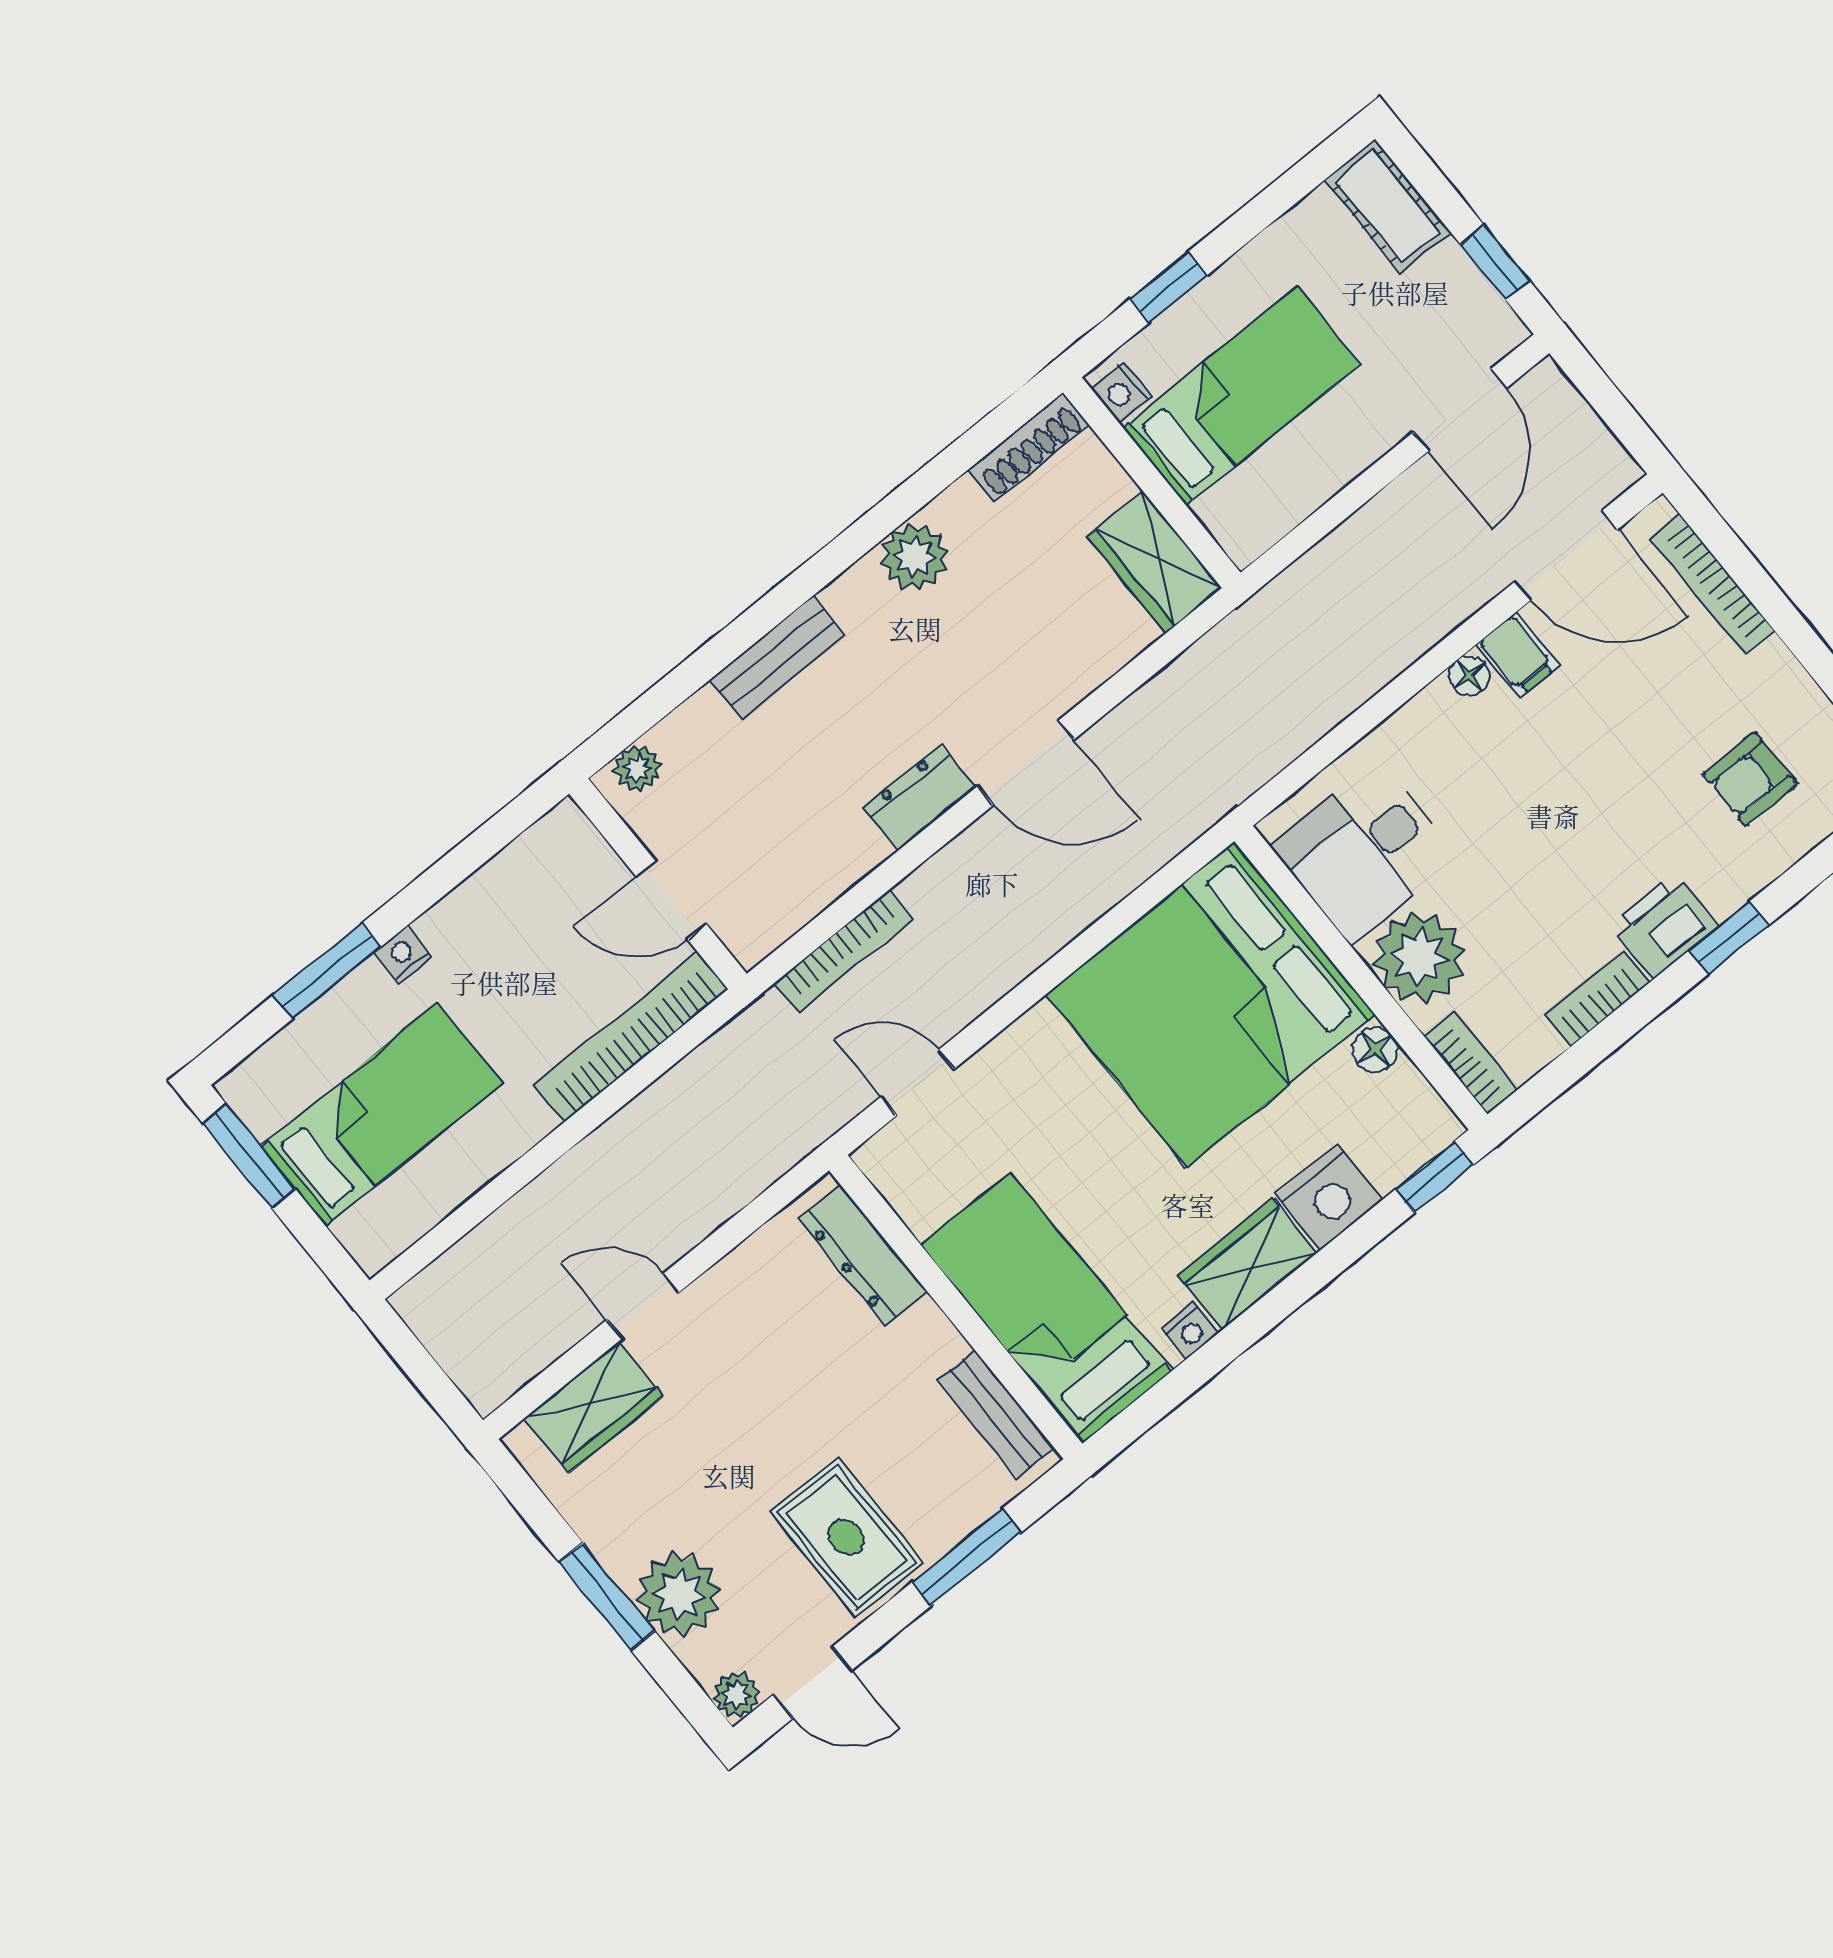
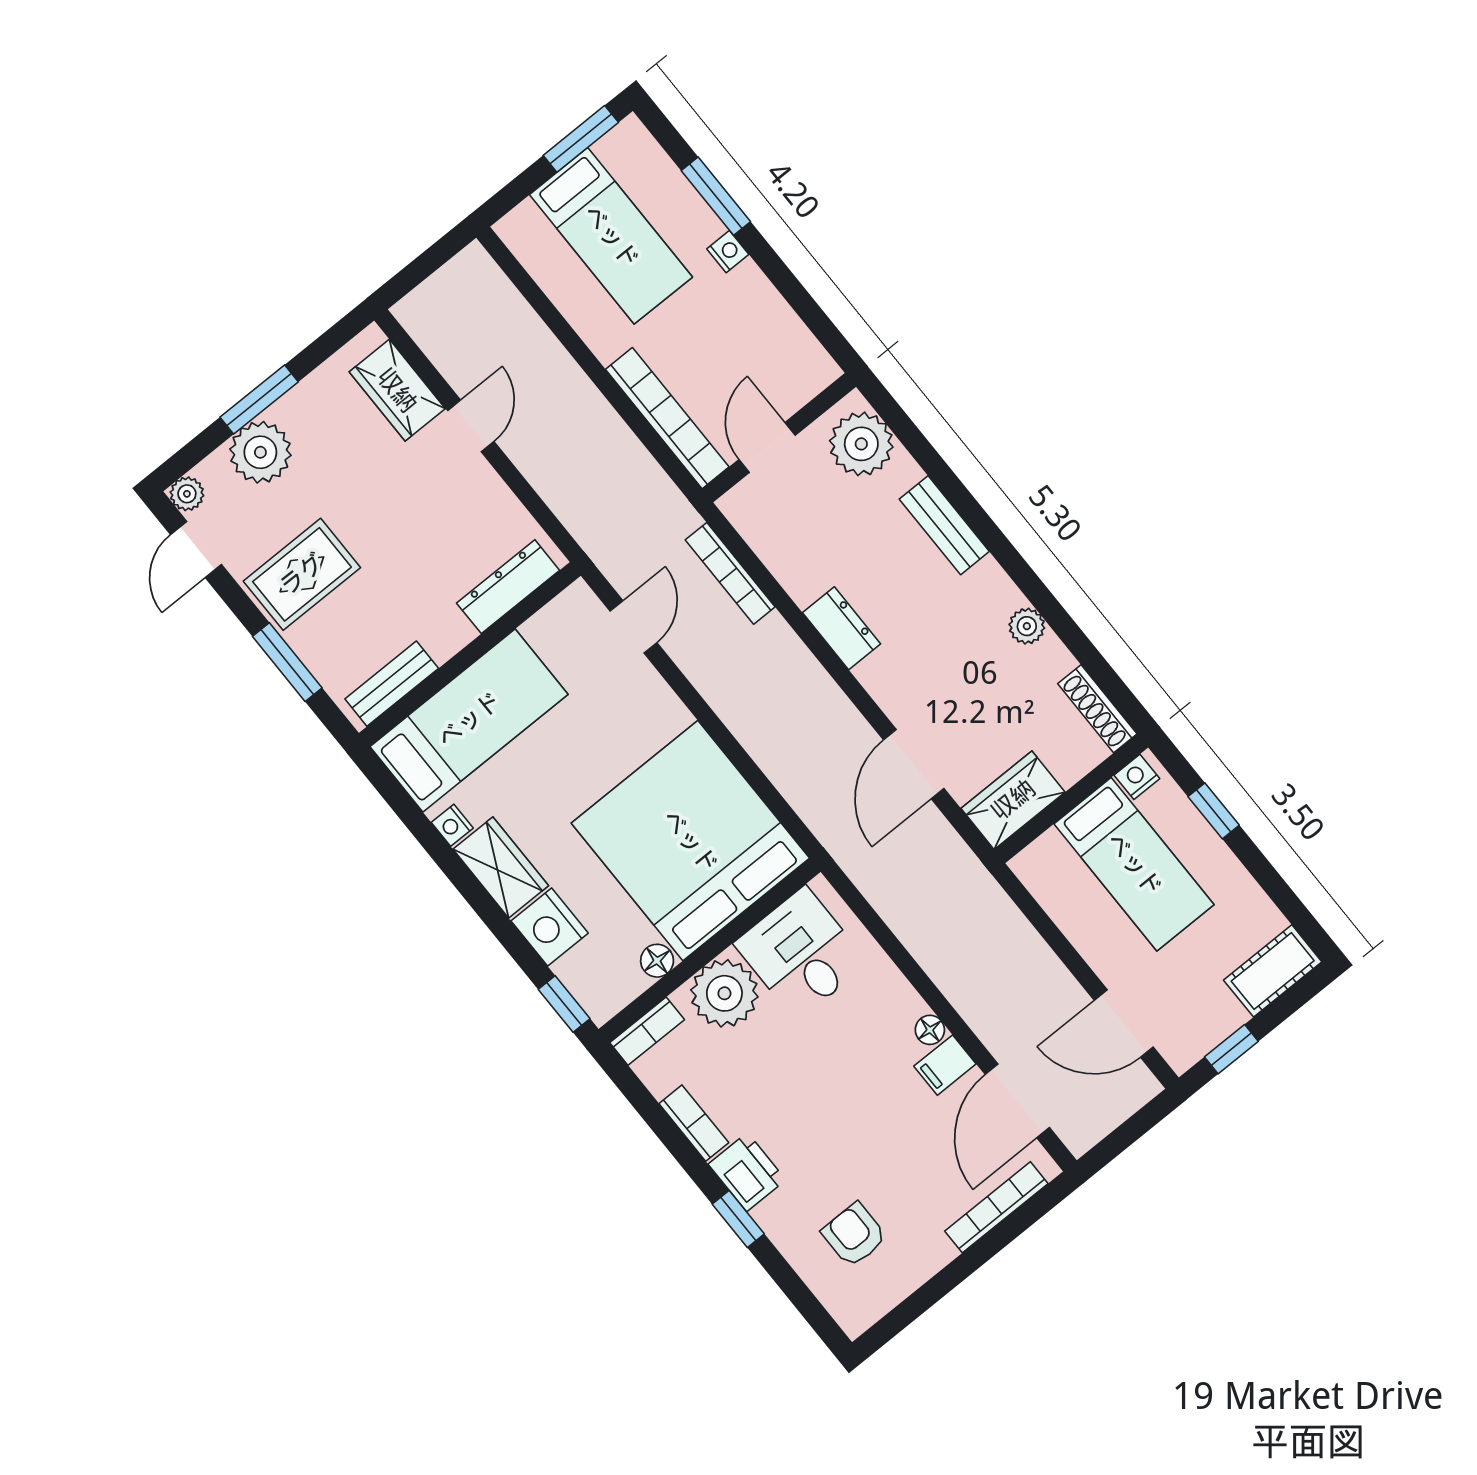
plant: (914, 557) -> (1027, 626), width x0.73, depth x0.73
door: (1026, 763) -> (914, 764), moved
plant: (638, 768) -> (861, 444), width x1.88, depth x1.88

